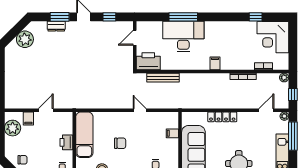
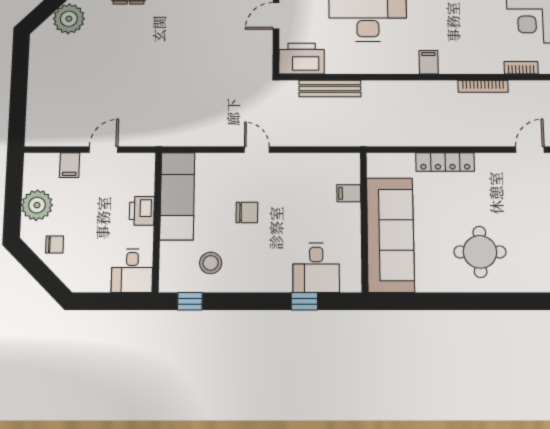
door: (140, 110) -> (257, 150), moved
plant: (13, 128) -> (37, 205), moved

